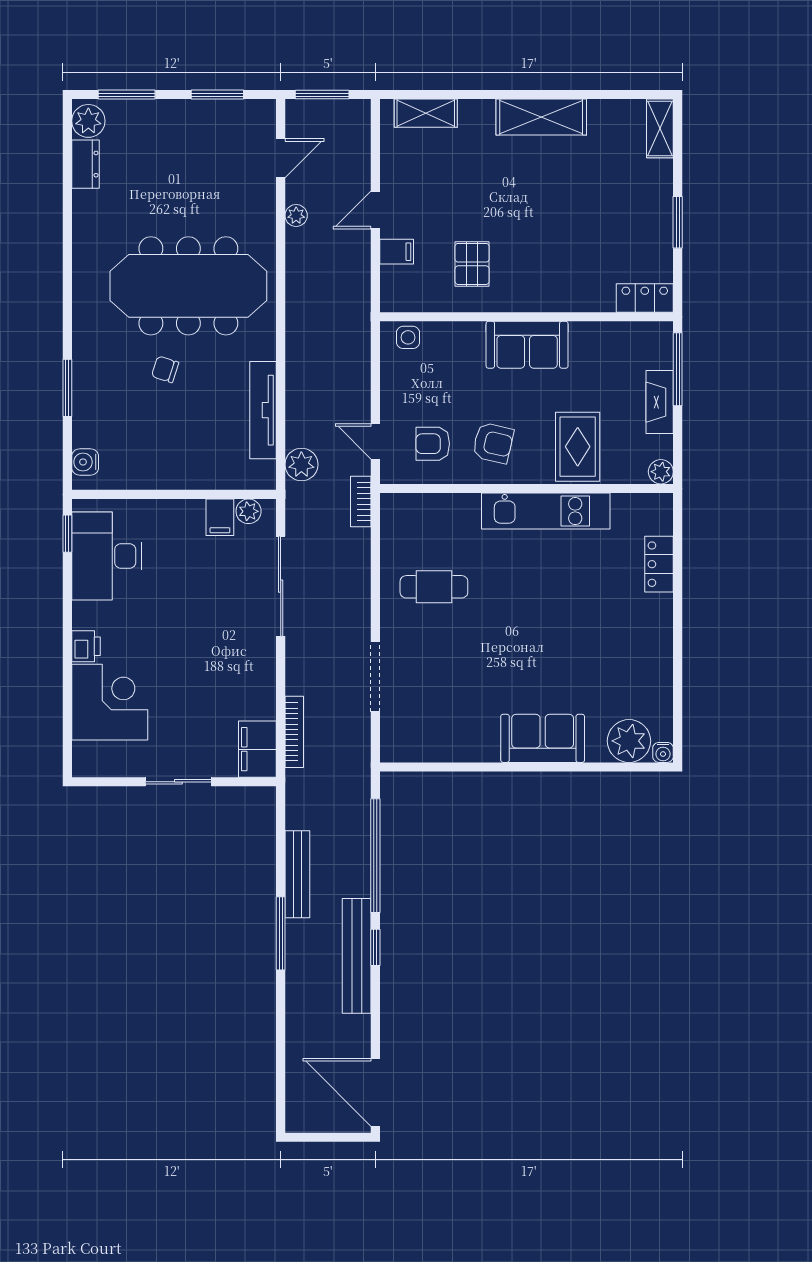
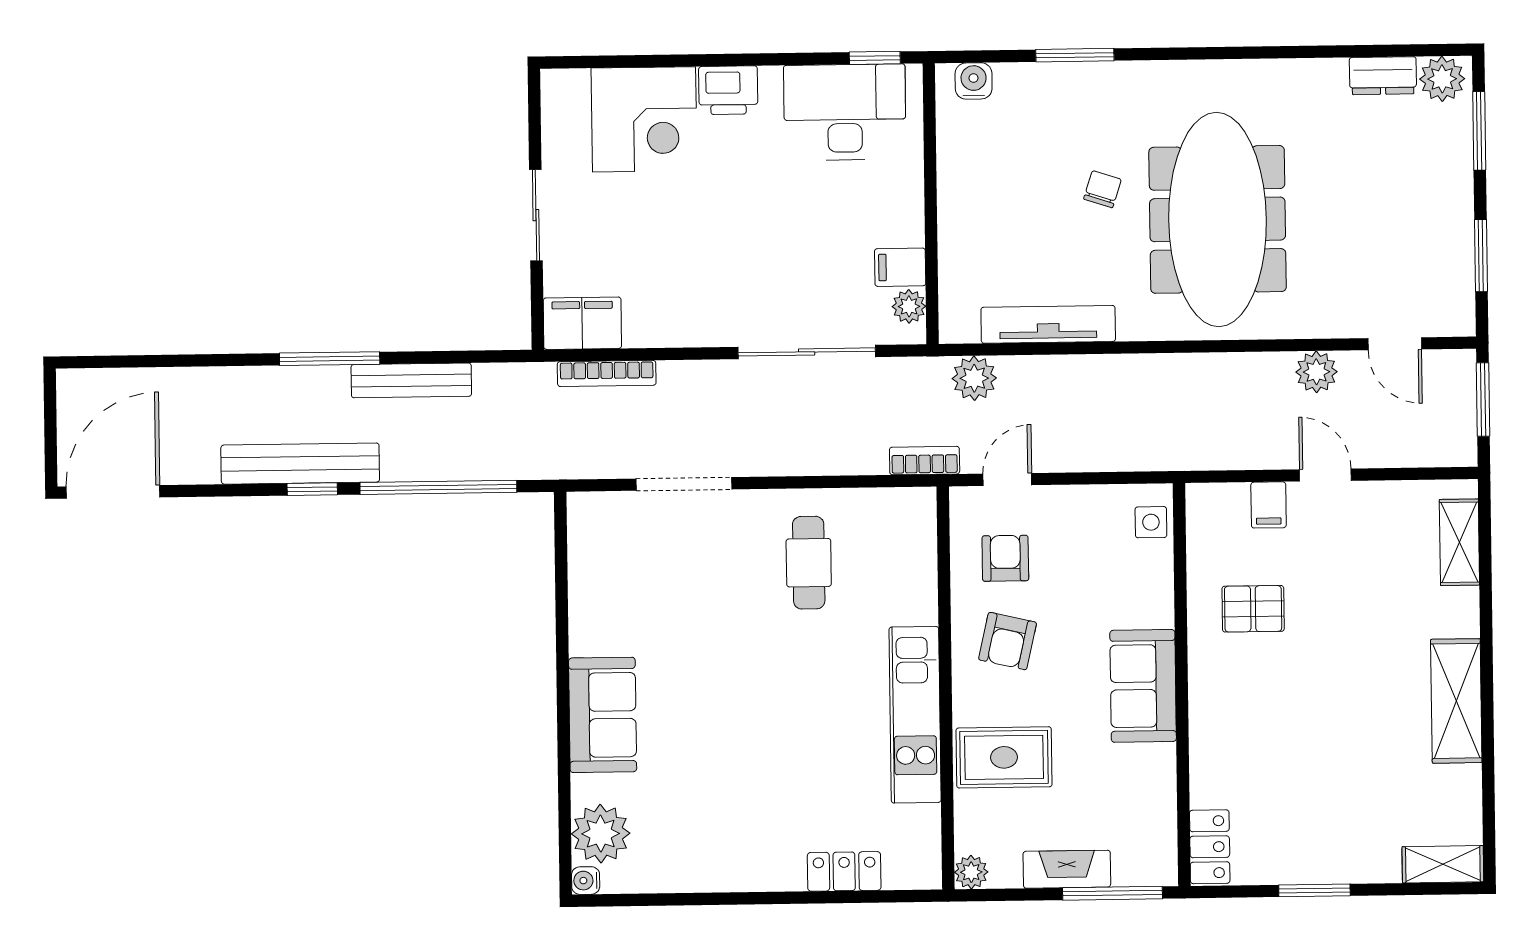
plant: (296, 215) -> (1316, 372), width x1.38, depth x1.38
printer: (86, 646) -> (728, 90), width x1.36, depth x1.24

